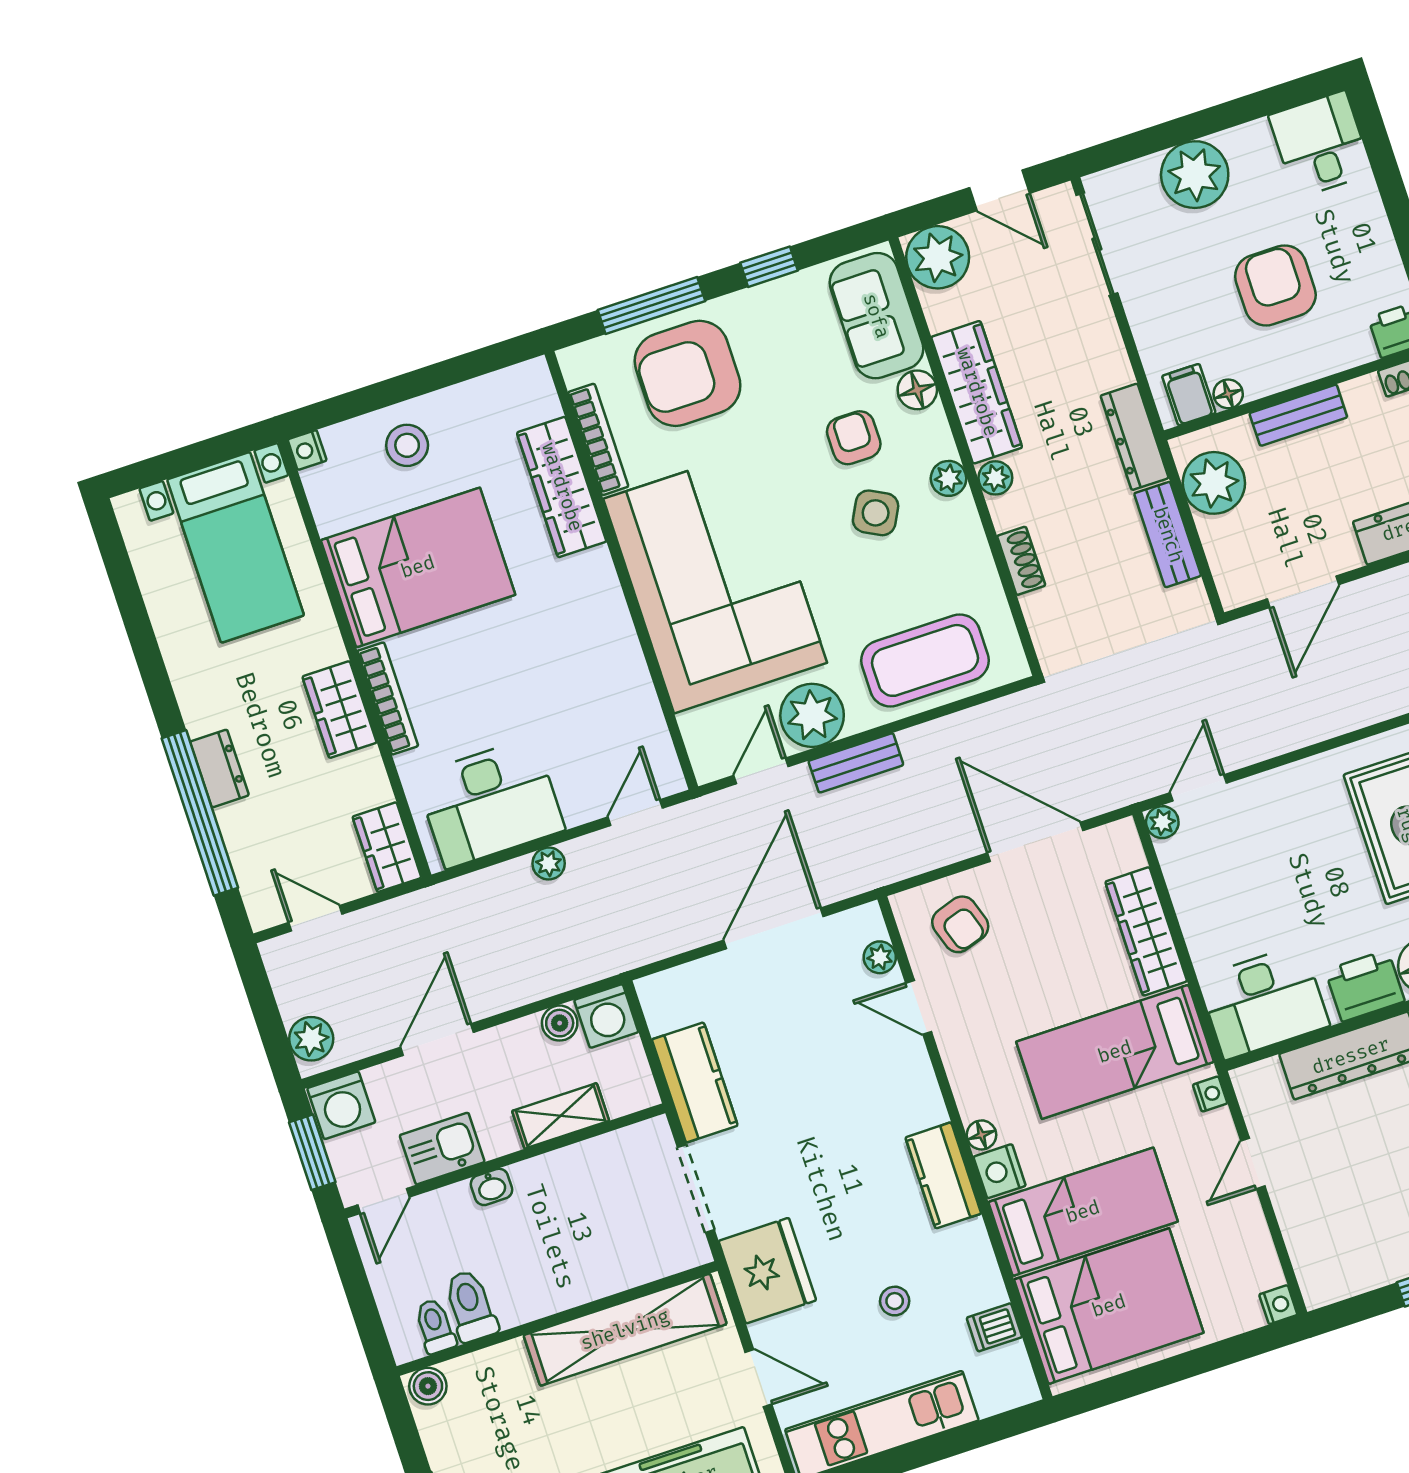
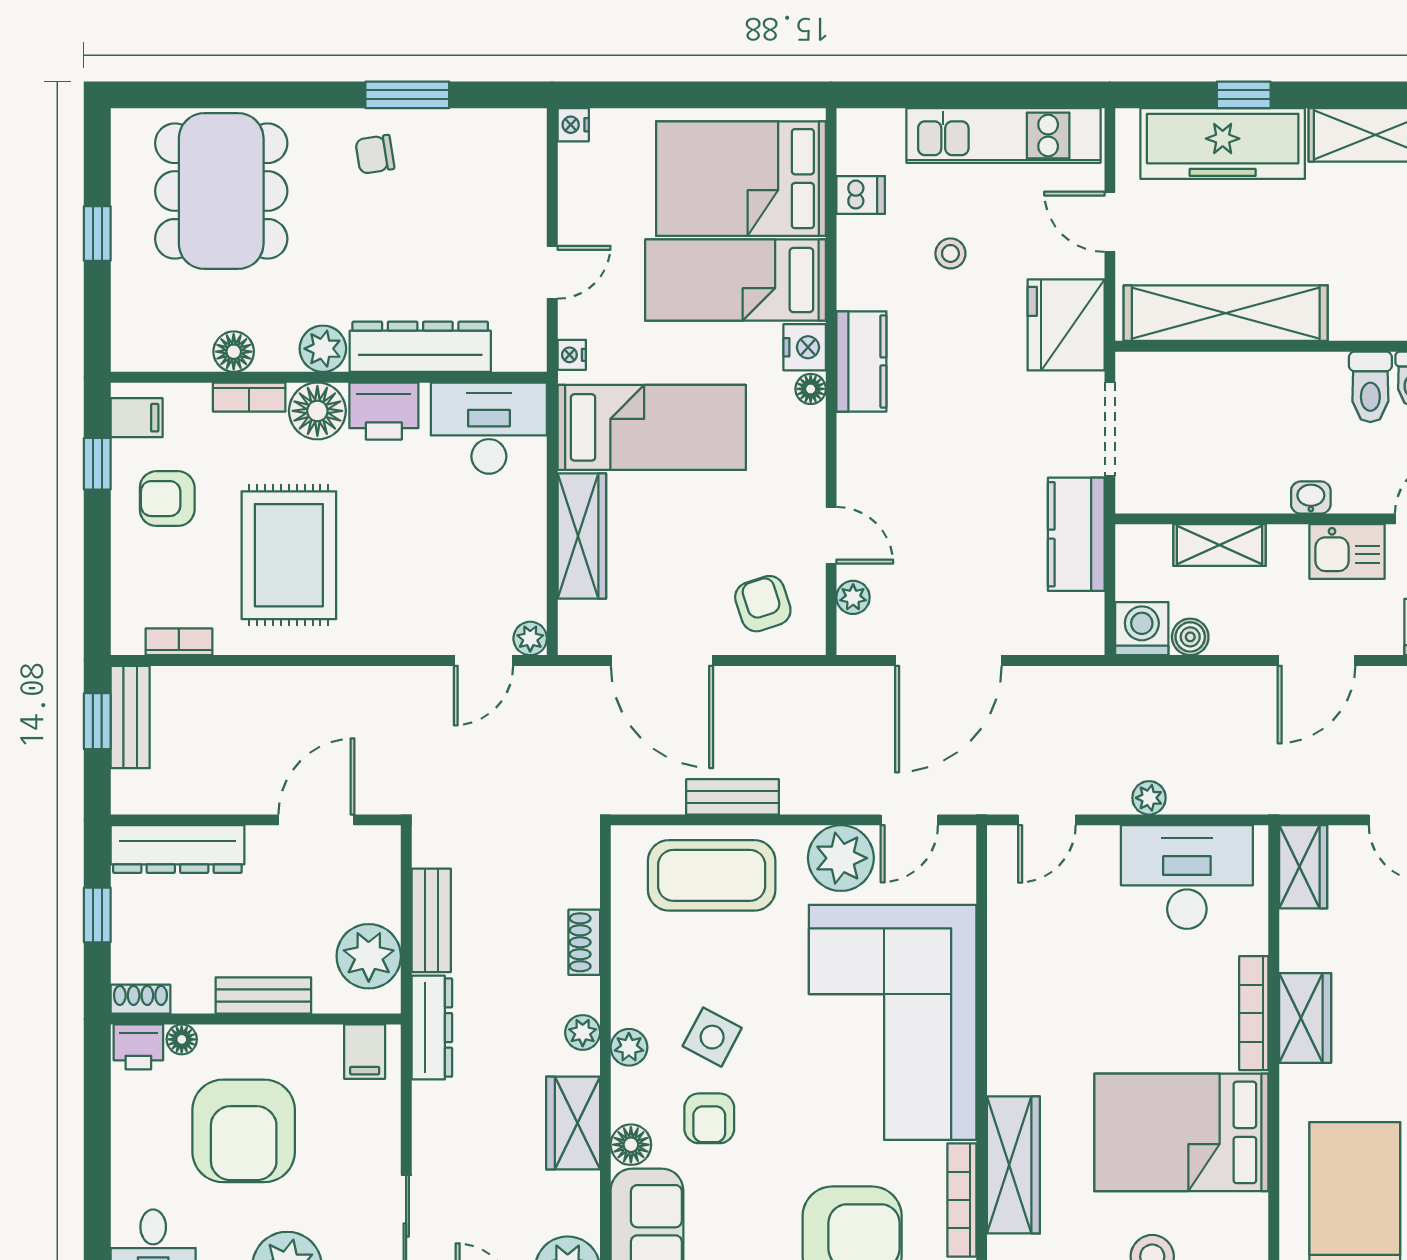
armchair: (1275, 285) -> (244, 1131), width x1.36, depth x1.36
wardrobe: (977, 392) -> (573, 1123), width x0.67
floor lamp: (1228, 394) -> (182, 1039), moved
bench: (856, 763) -> (732, 797), moved

